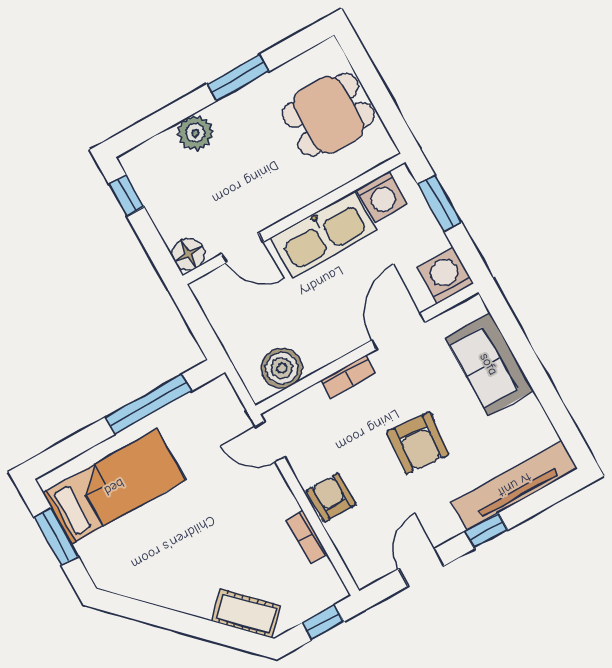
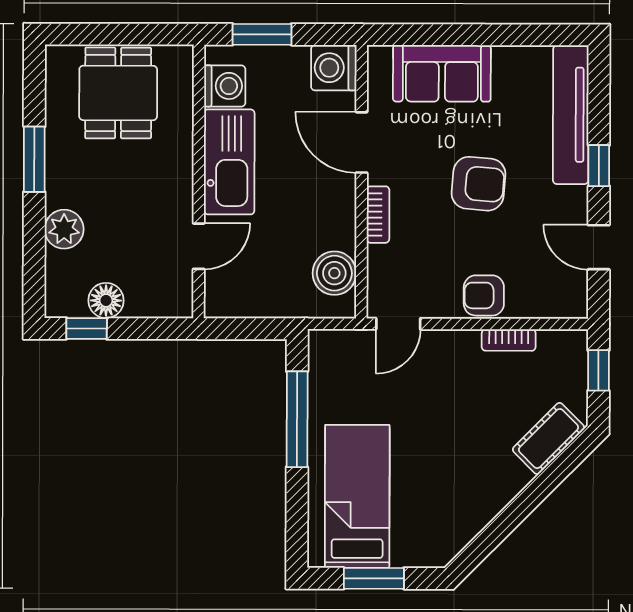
floor lamp: (189, 254) -> (106, 300), moved

